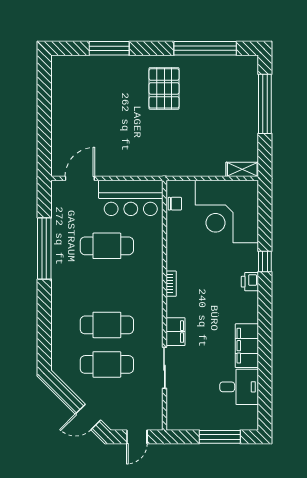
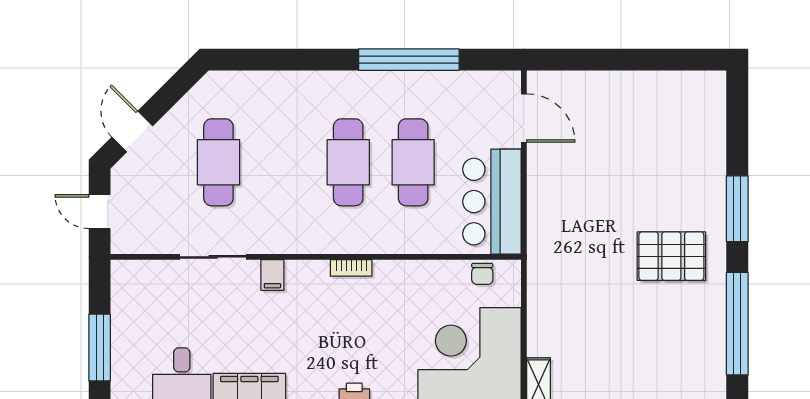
window: (109, 48) -> (737, 209), moved
cafe table: (107, 325) -> (348, 162), moved
filing cabinet: (175, 332) -> (272, 275), width x0.50

